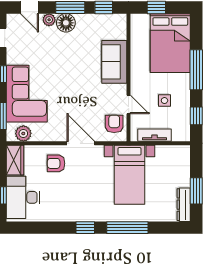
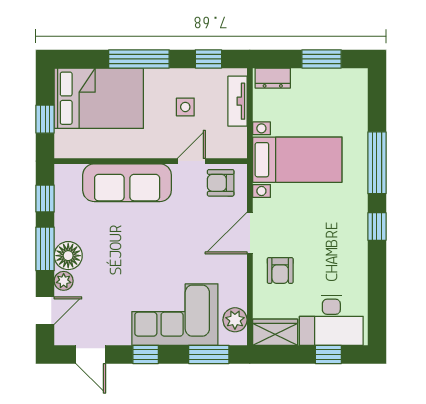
sofa: (114, 62) -> (127, 183), width x1.36
tv unit: (154, 135) -> (237, 101), moved
dresser: (184, 205) -> (273, 78), moved, width x0.70

